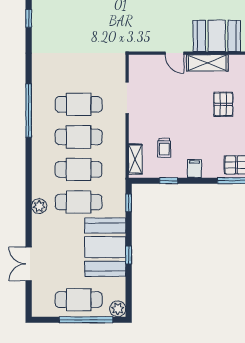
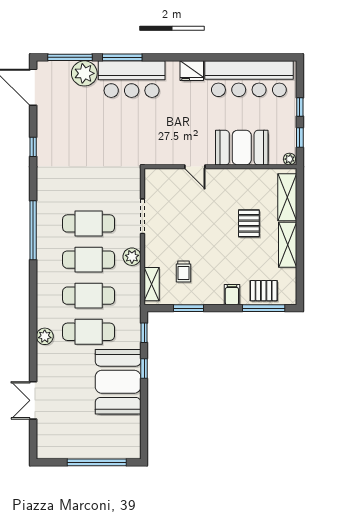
window: (29, 18) -> (33, 147), moved
shelving: (207, 63) -> (231, 177), removed
filing cabinet: (194, 169) -> (232, 295), moved
window: (169, 181) -> (188, 308), width x1.50
window: (129, 255) -> (144, 368), moved
cafe table: (79, 300) -> (89, 440), removed
plant: (118, 309) -> (132, 257), moved

